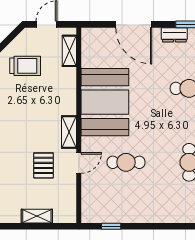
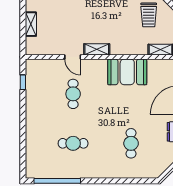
booth: (105, 102) -> (127, 72), width x0.73, depth x0.70
pallet: (44, 165) -> (71, 29), removed

